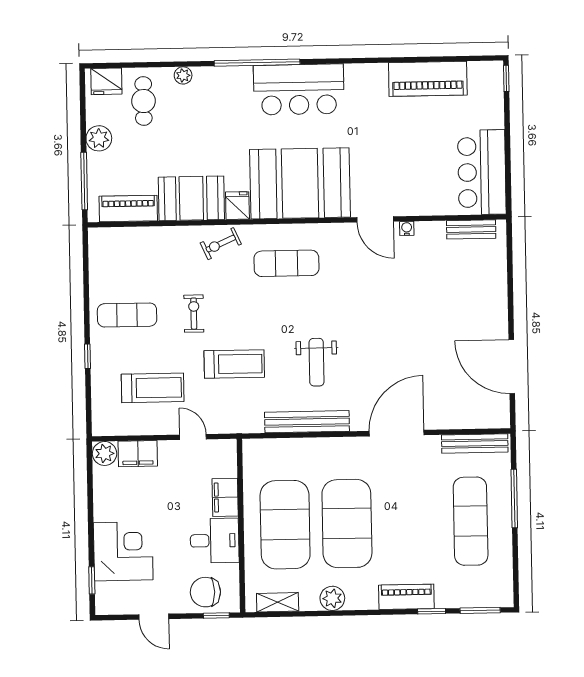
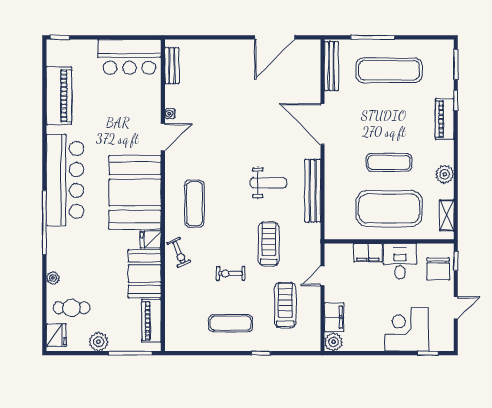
bar counter: (299, 89) -> (65, 180), width x1.36
exercise mat: (127, 315) -> (231, 323), turned 90
exercise mat: (347, 524) -> (389, 162), width x0.50, depth x0.69

